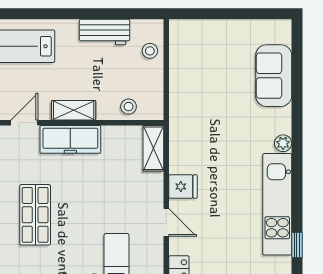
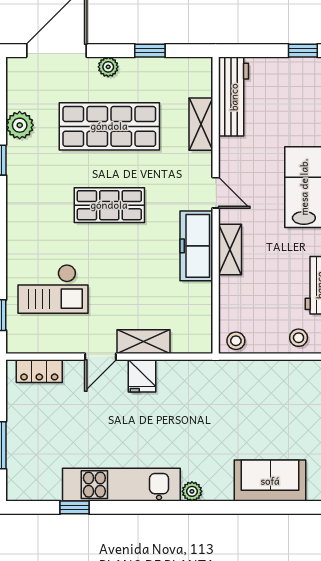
stool: (129, 107) -> (236, 341), moved
shelving: (153, 148) -> (144, 342), moved

